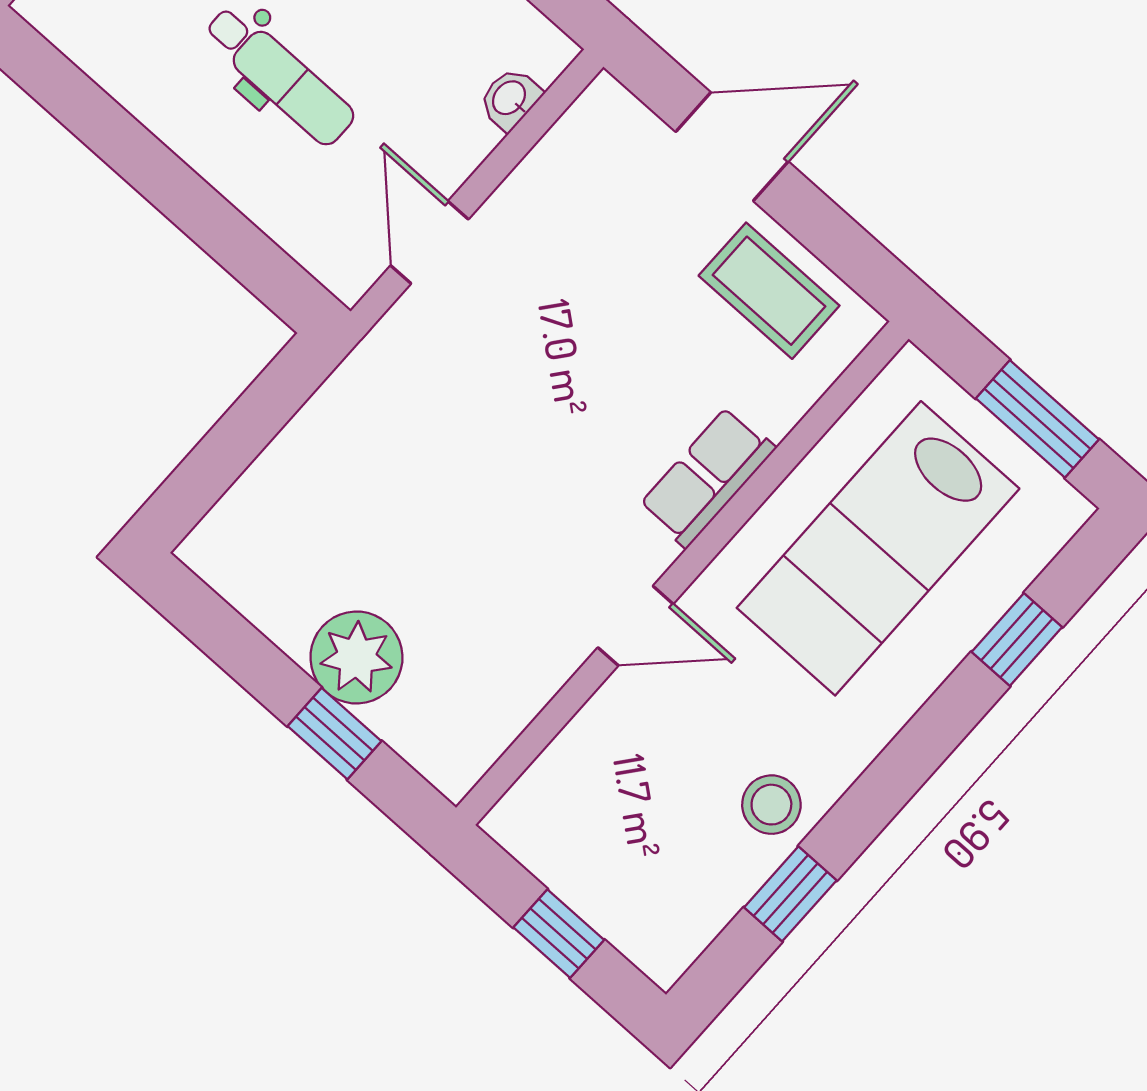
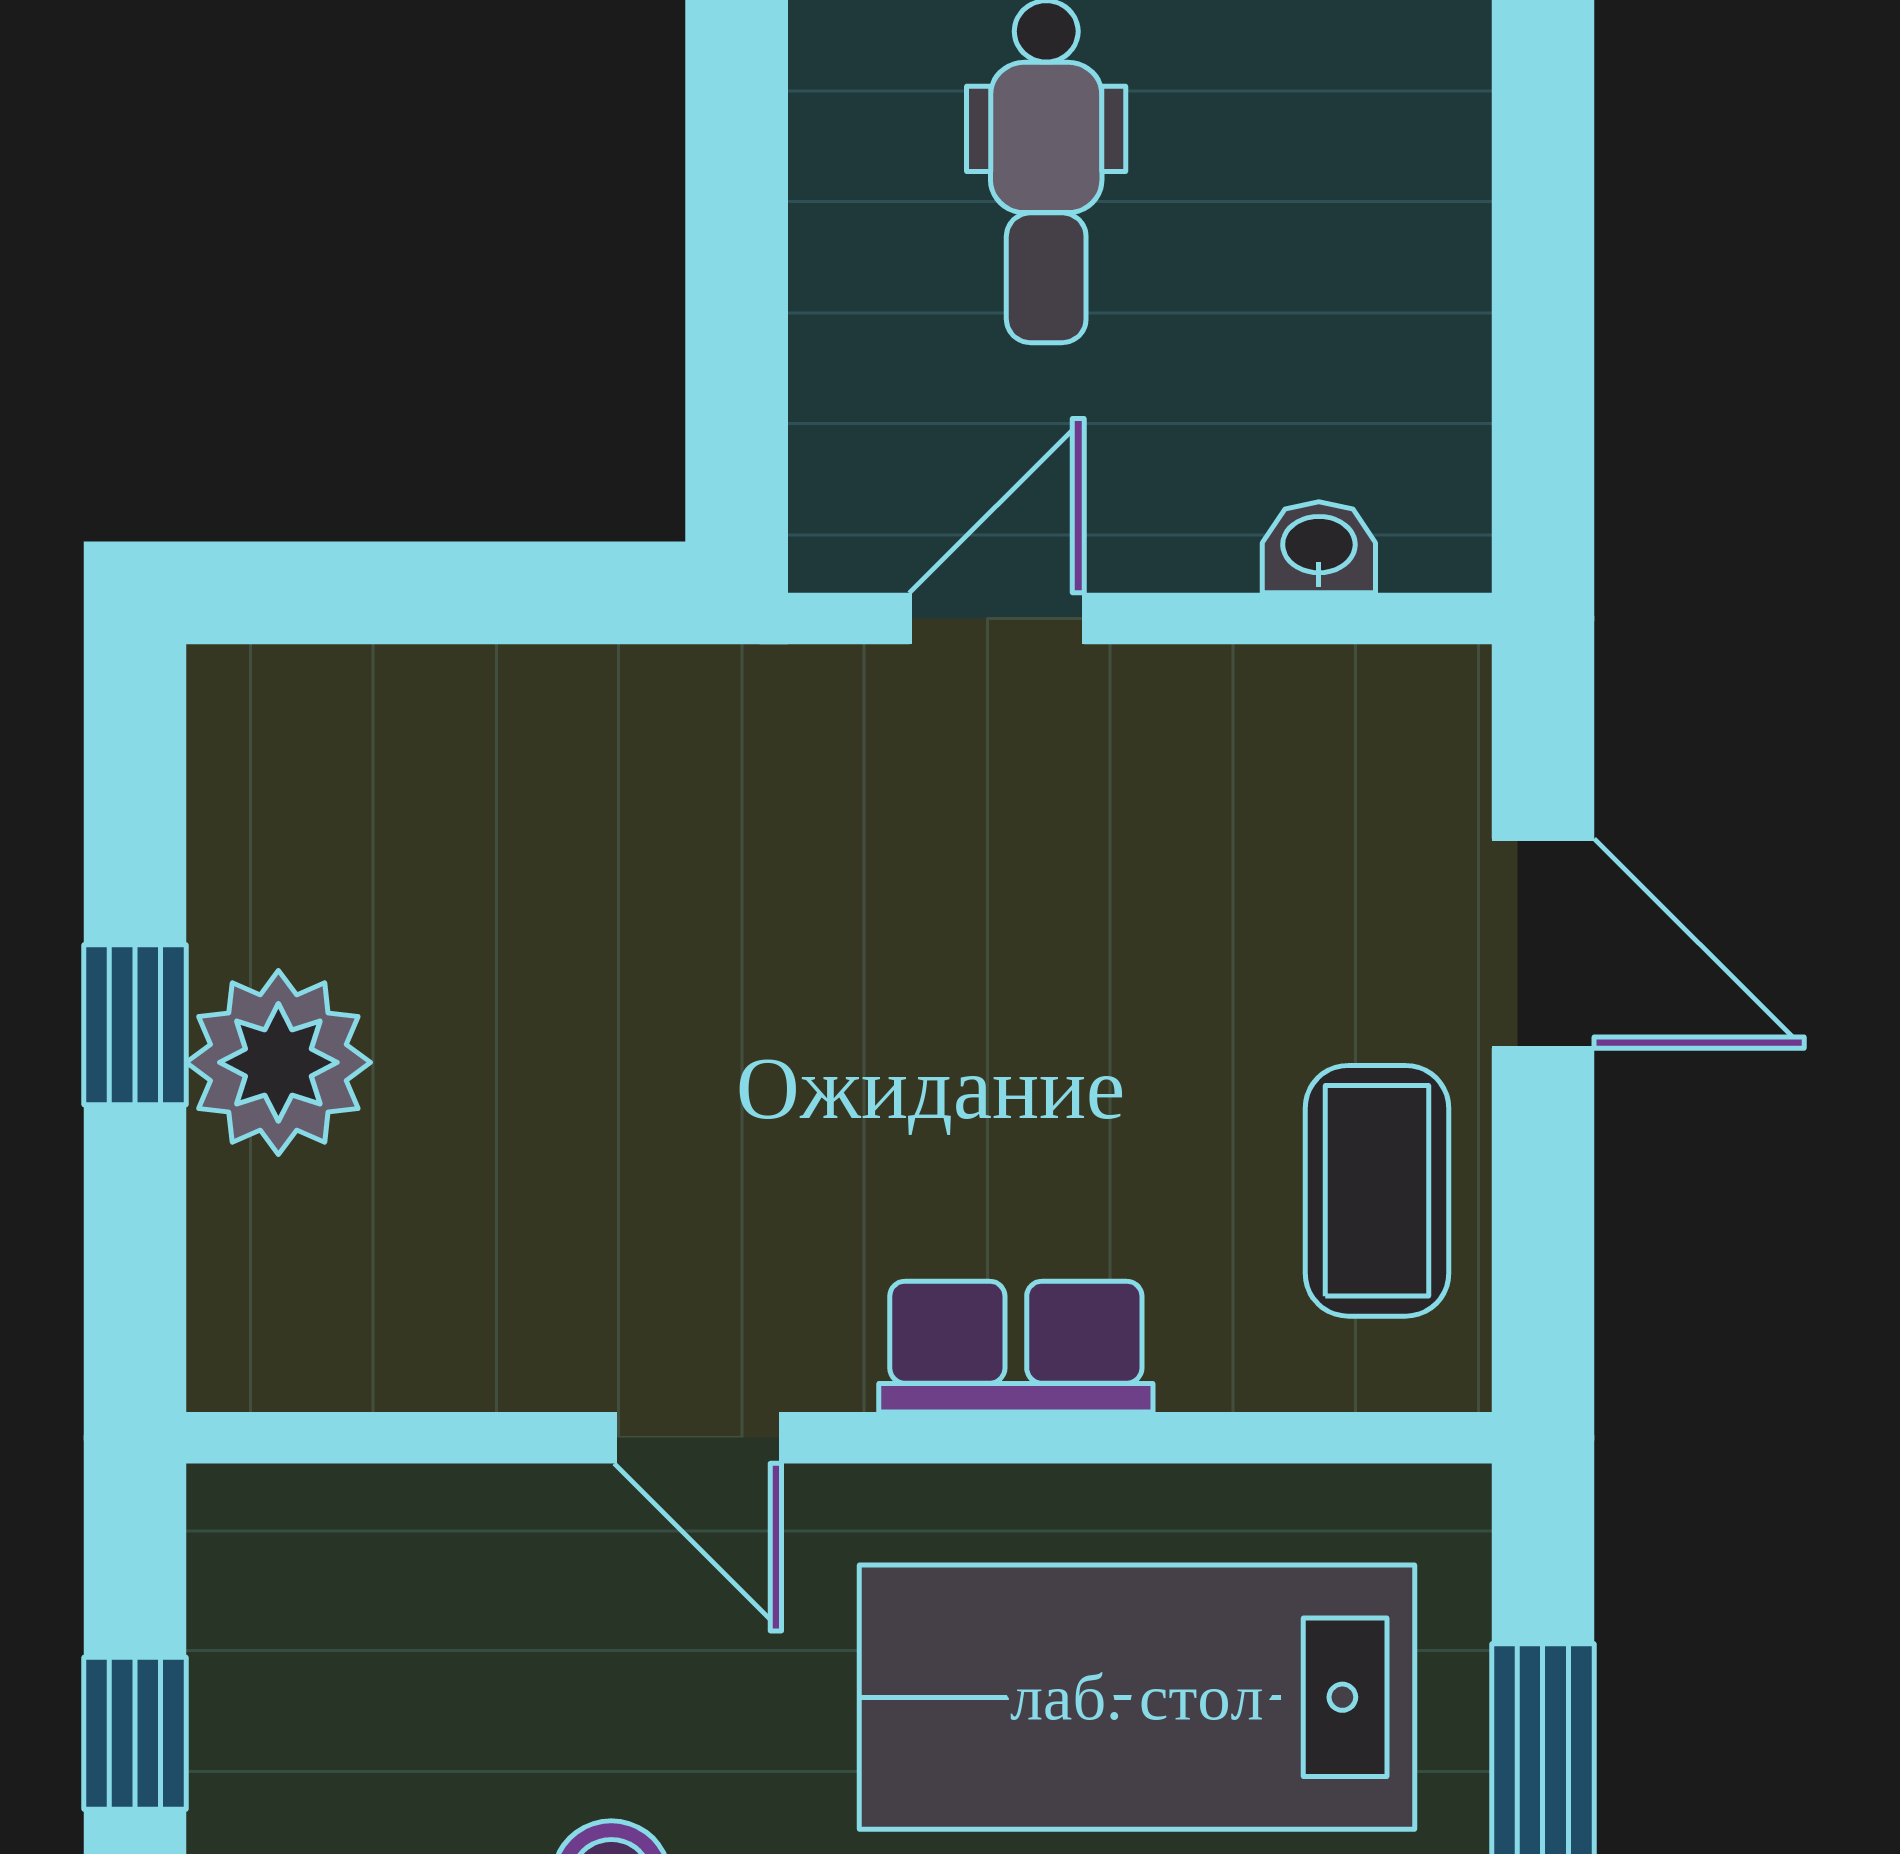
window: (334, 734) -> (135, 1025), moved

